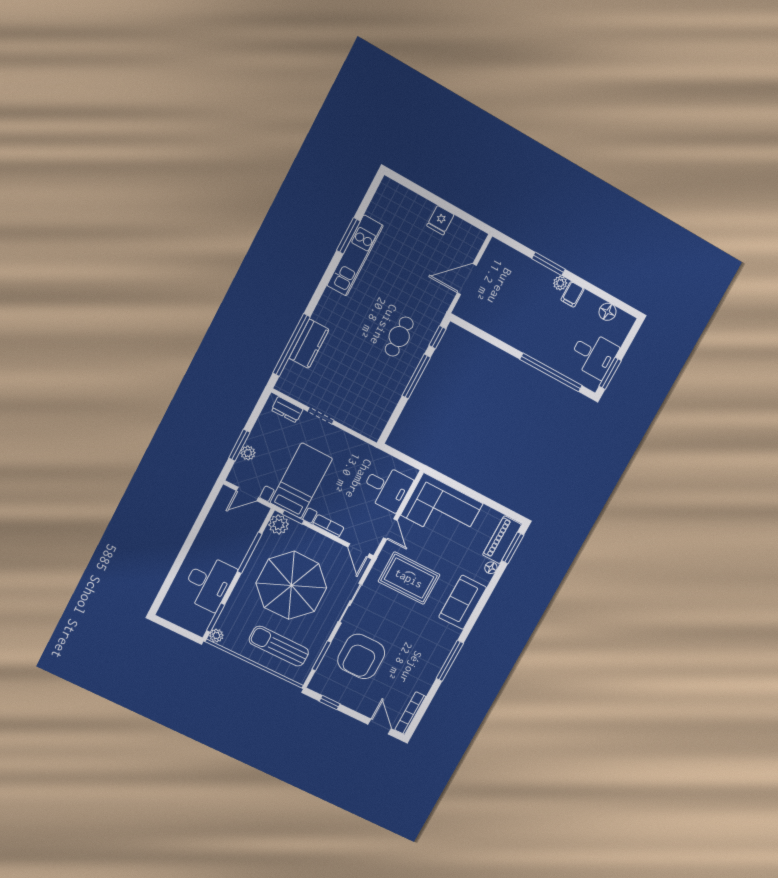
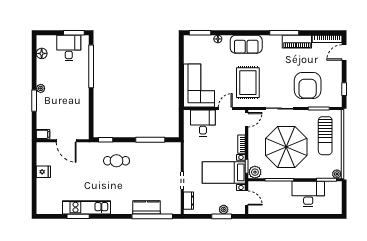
filing cabinet: (572, 294) -> (43, 134), moved
window: (416, 376) -> (150, 140), moved
piano: (502, 540) -> (297, 42), moved
armchair: (361, 656) -> (308, 85), turned 90

